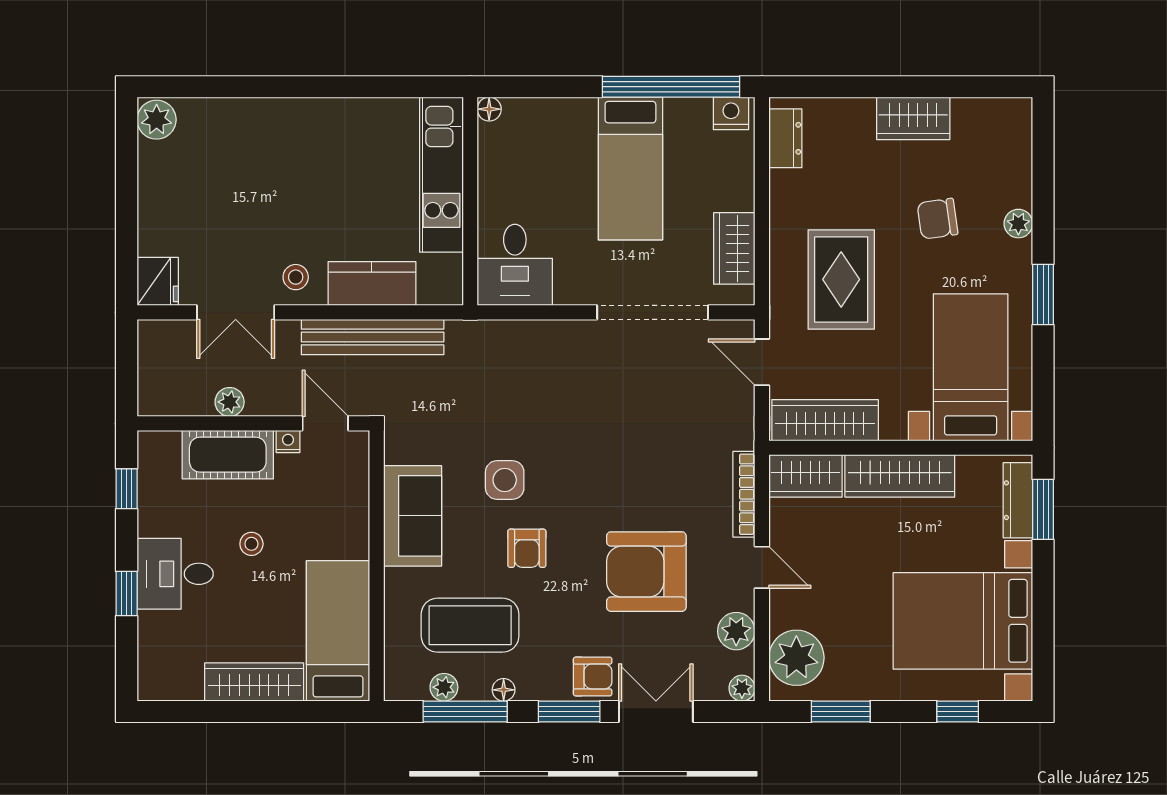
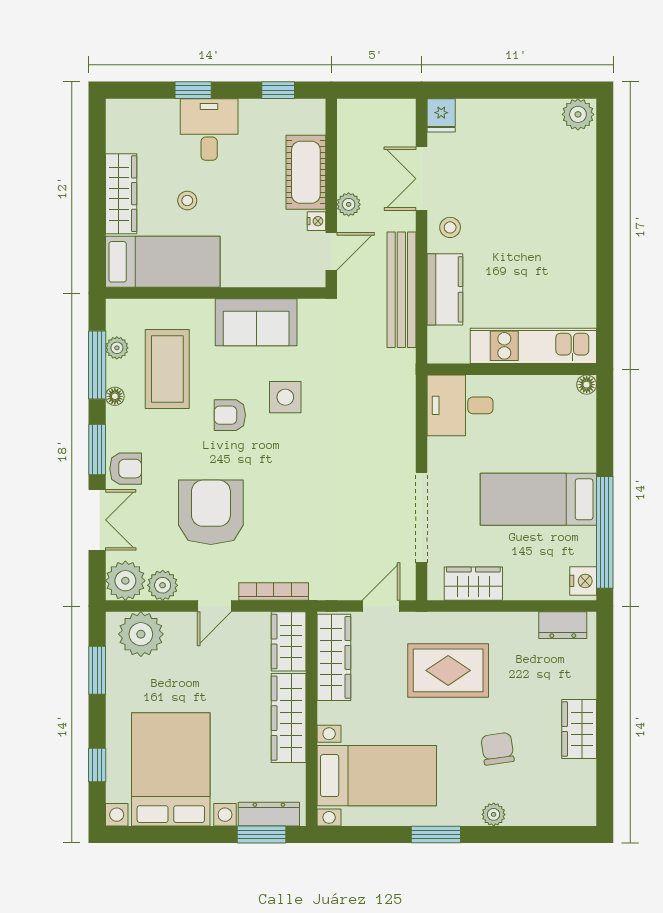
fridge: (158, 281) -> (441, 115), width x0.72
plant: (230, 402) -> (349, 204), moved
stool: (251, 544) -> (187, 200), moved
armchair: (593, 676) -> (126, 469), turned -90
plant: (742, 688) -> (125, 581), width x1.88, depth x1.88

